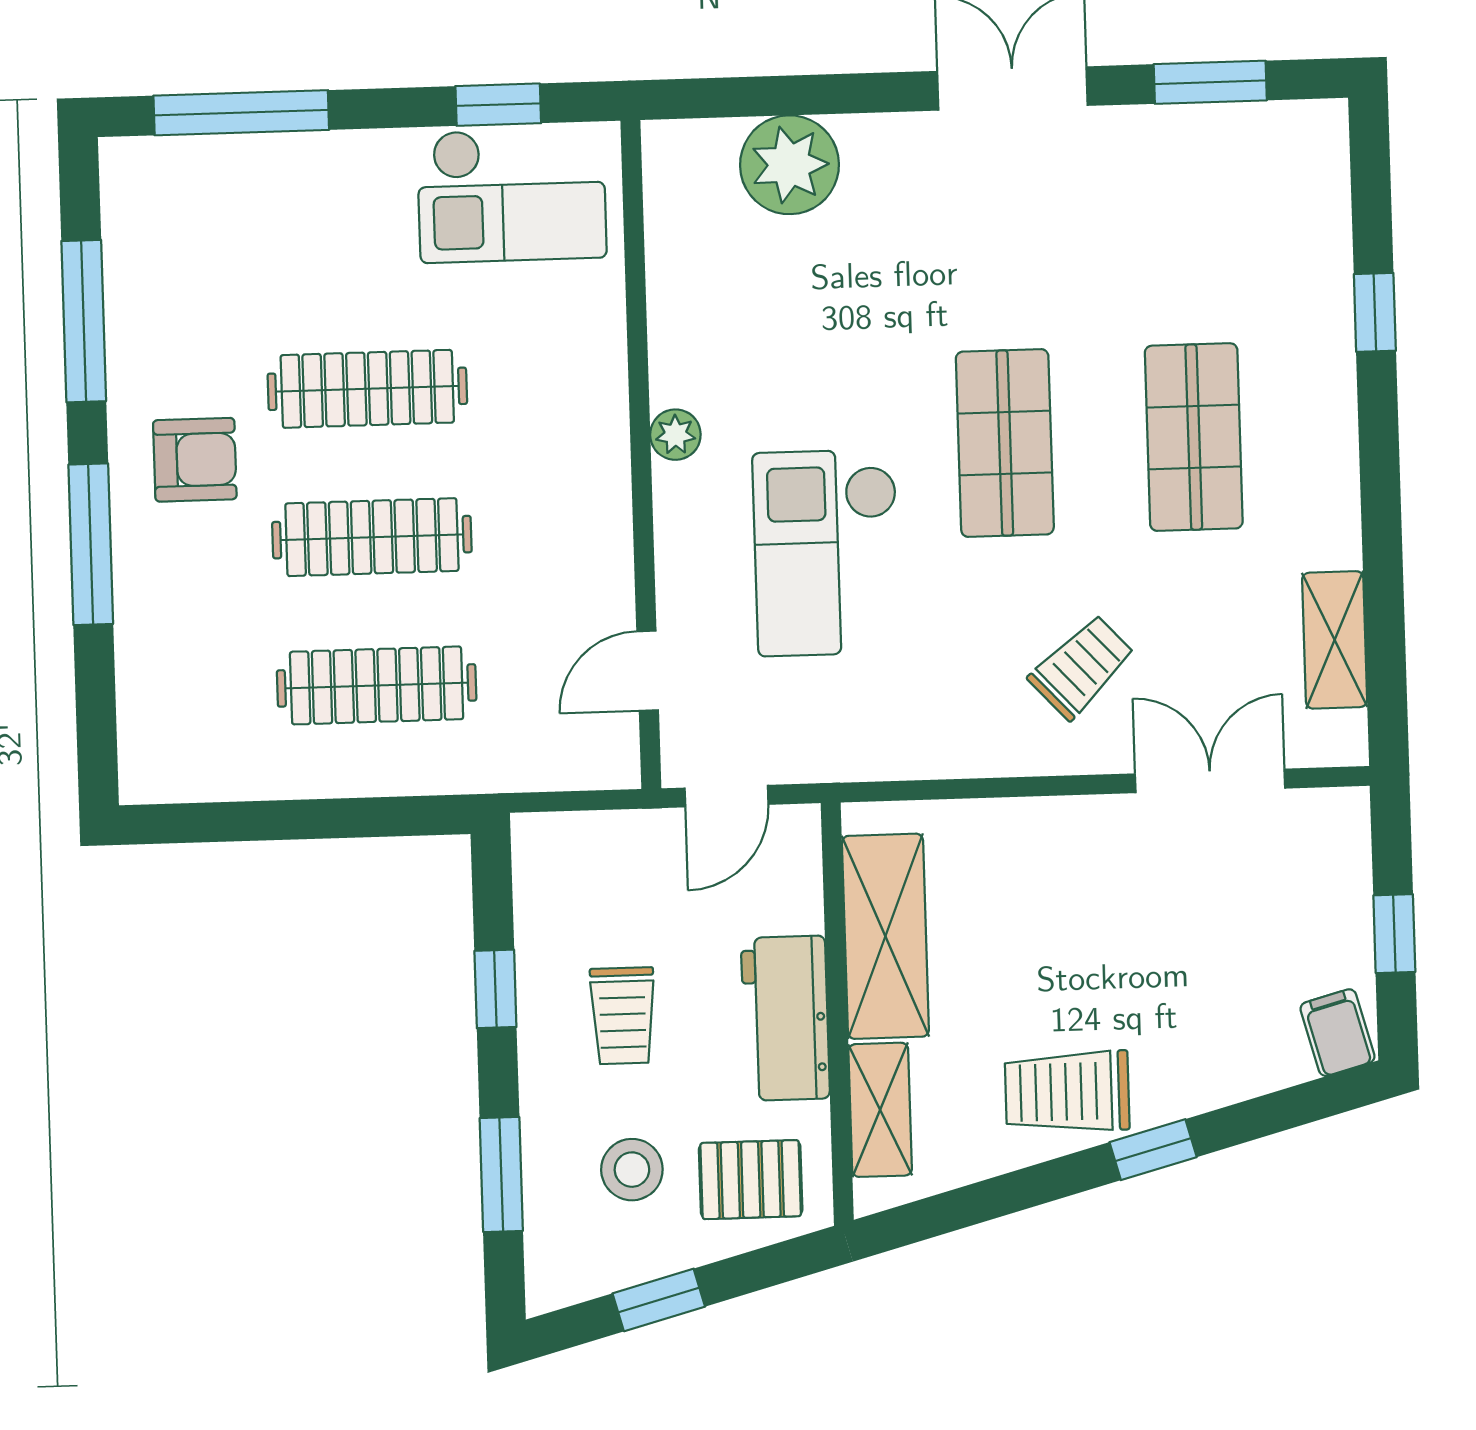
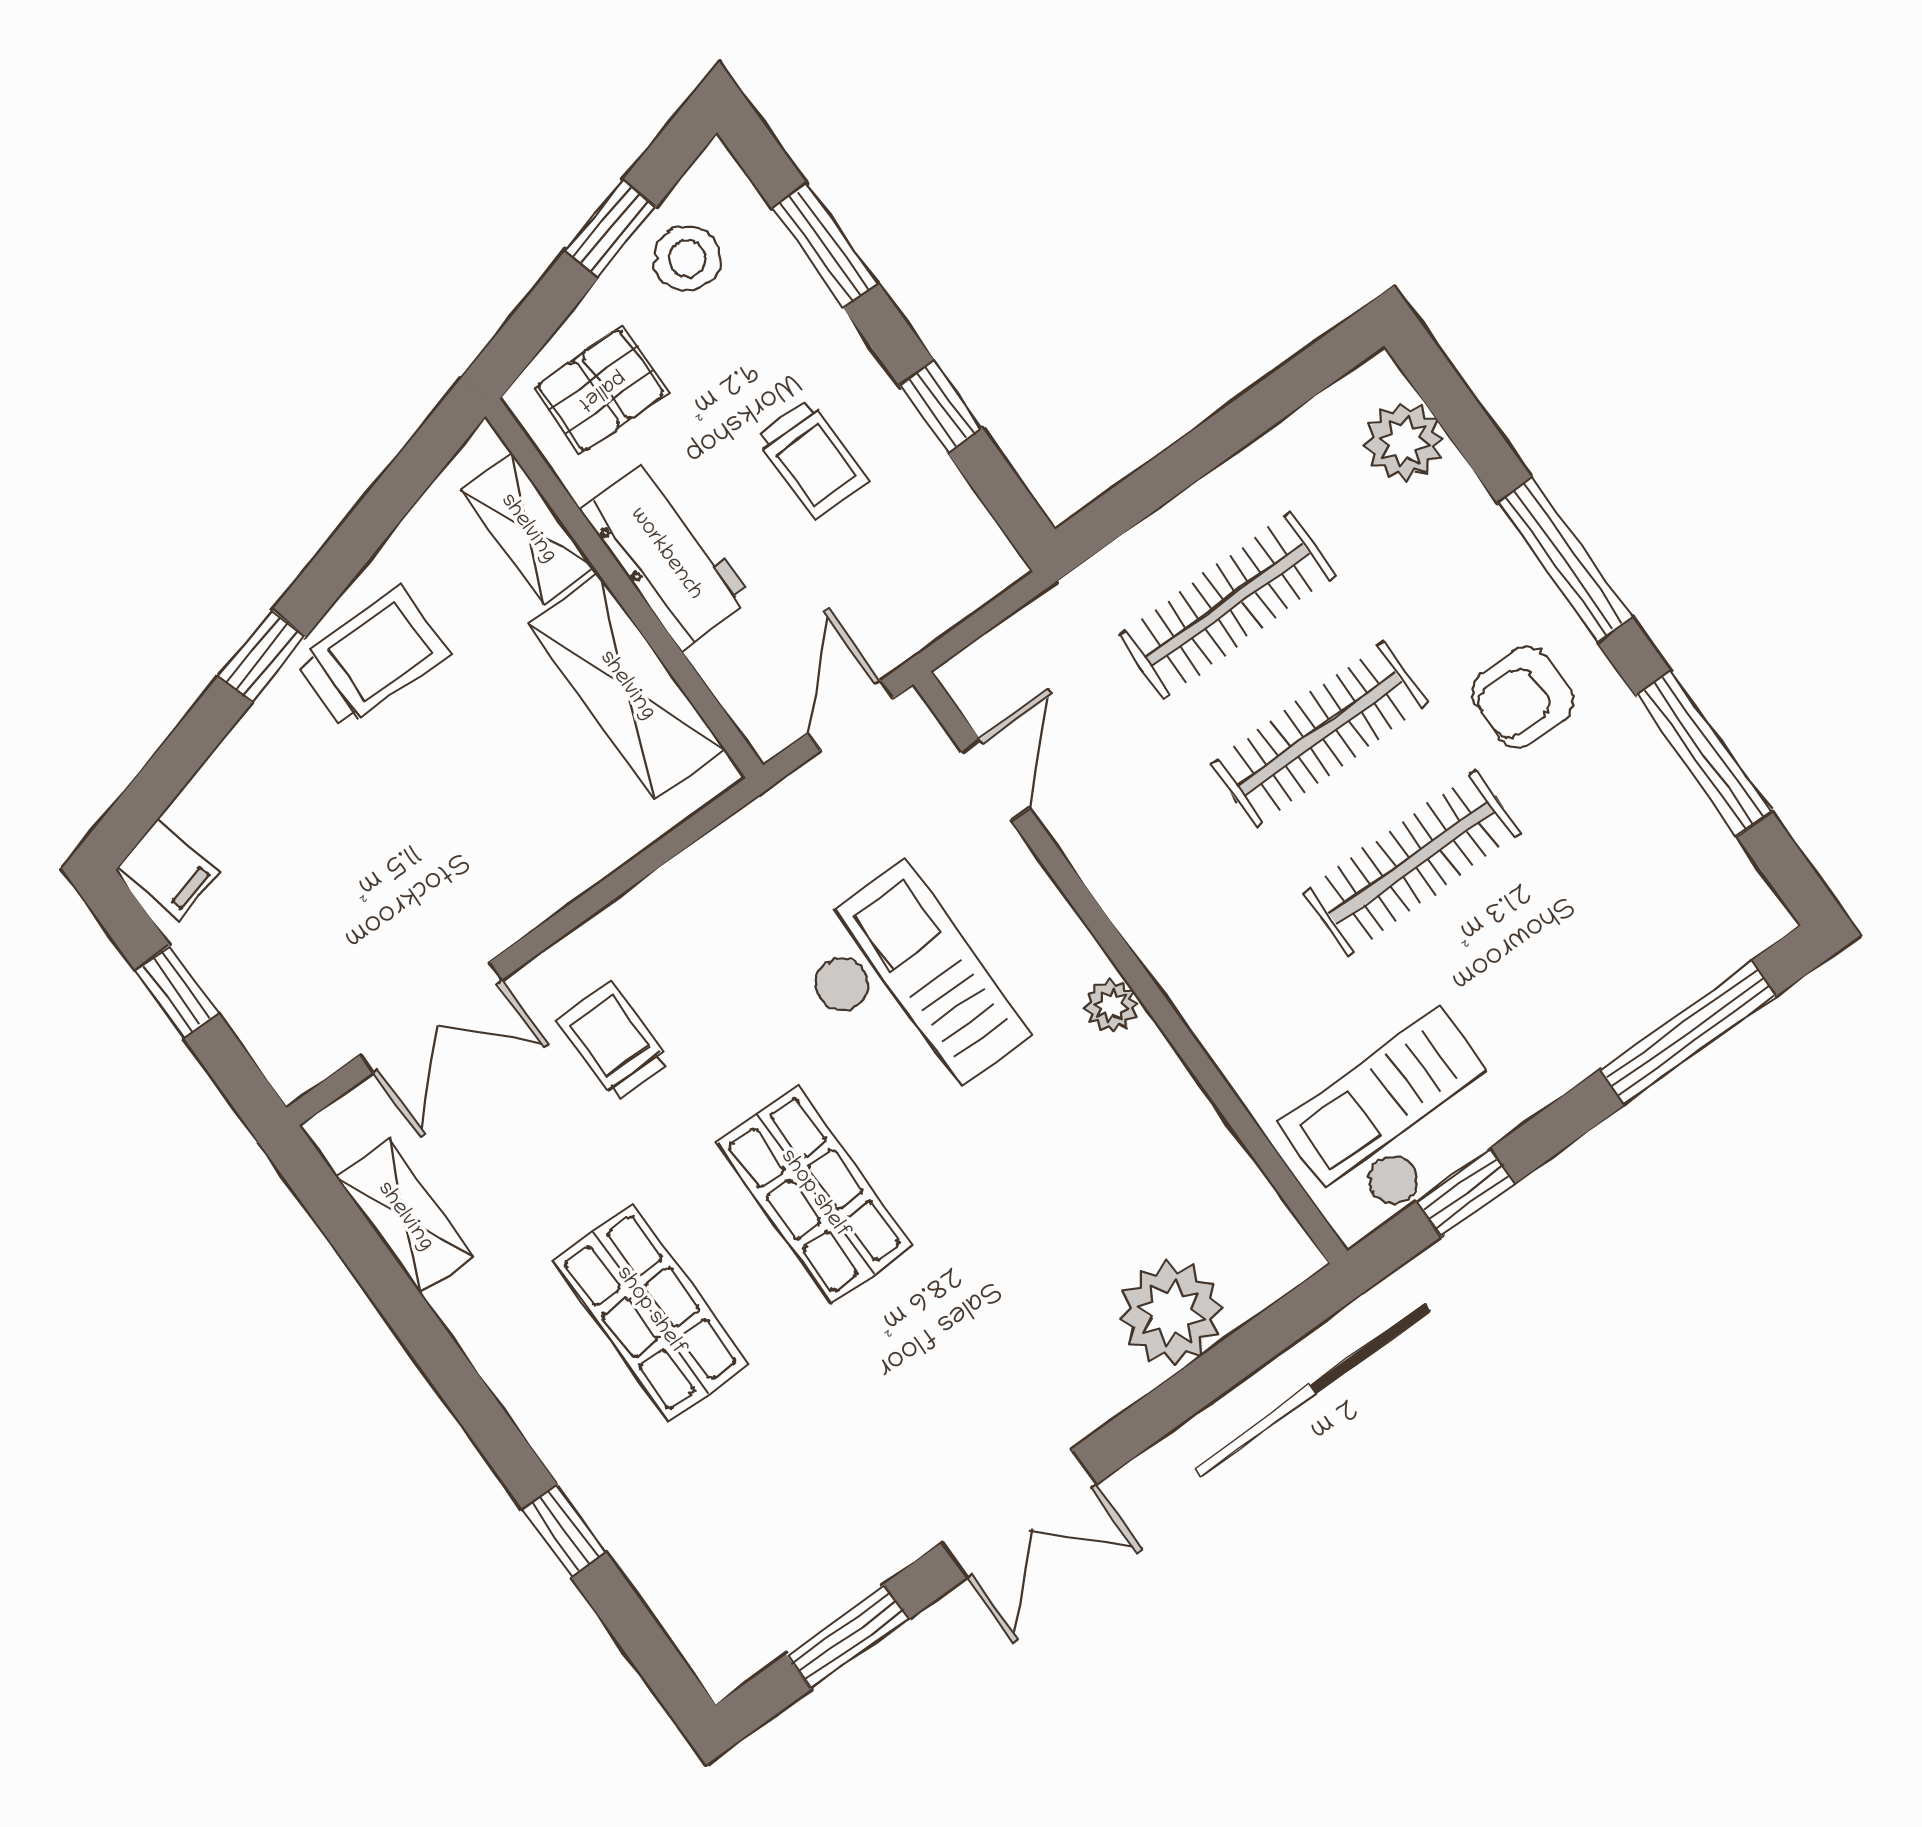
trolley: (1082, 667) -> (613, 1042), turned 133
plant: (154, 720) -> (1404, 442), added
trolley: (623, 1016) -> (812, 459), turned 180
stool: (632, 1170) -> (687, 258), moved

